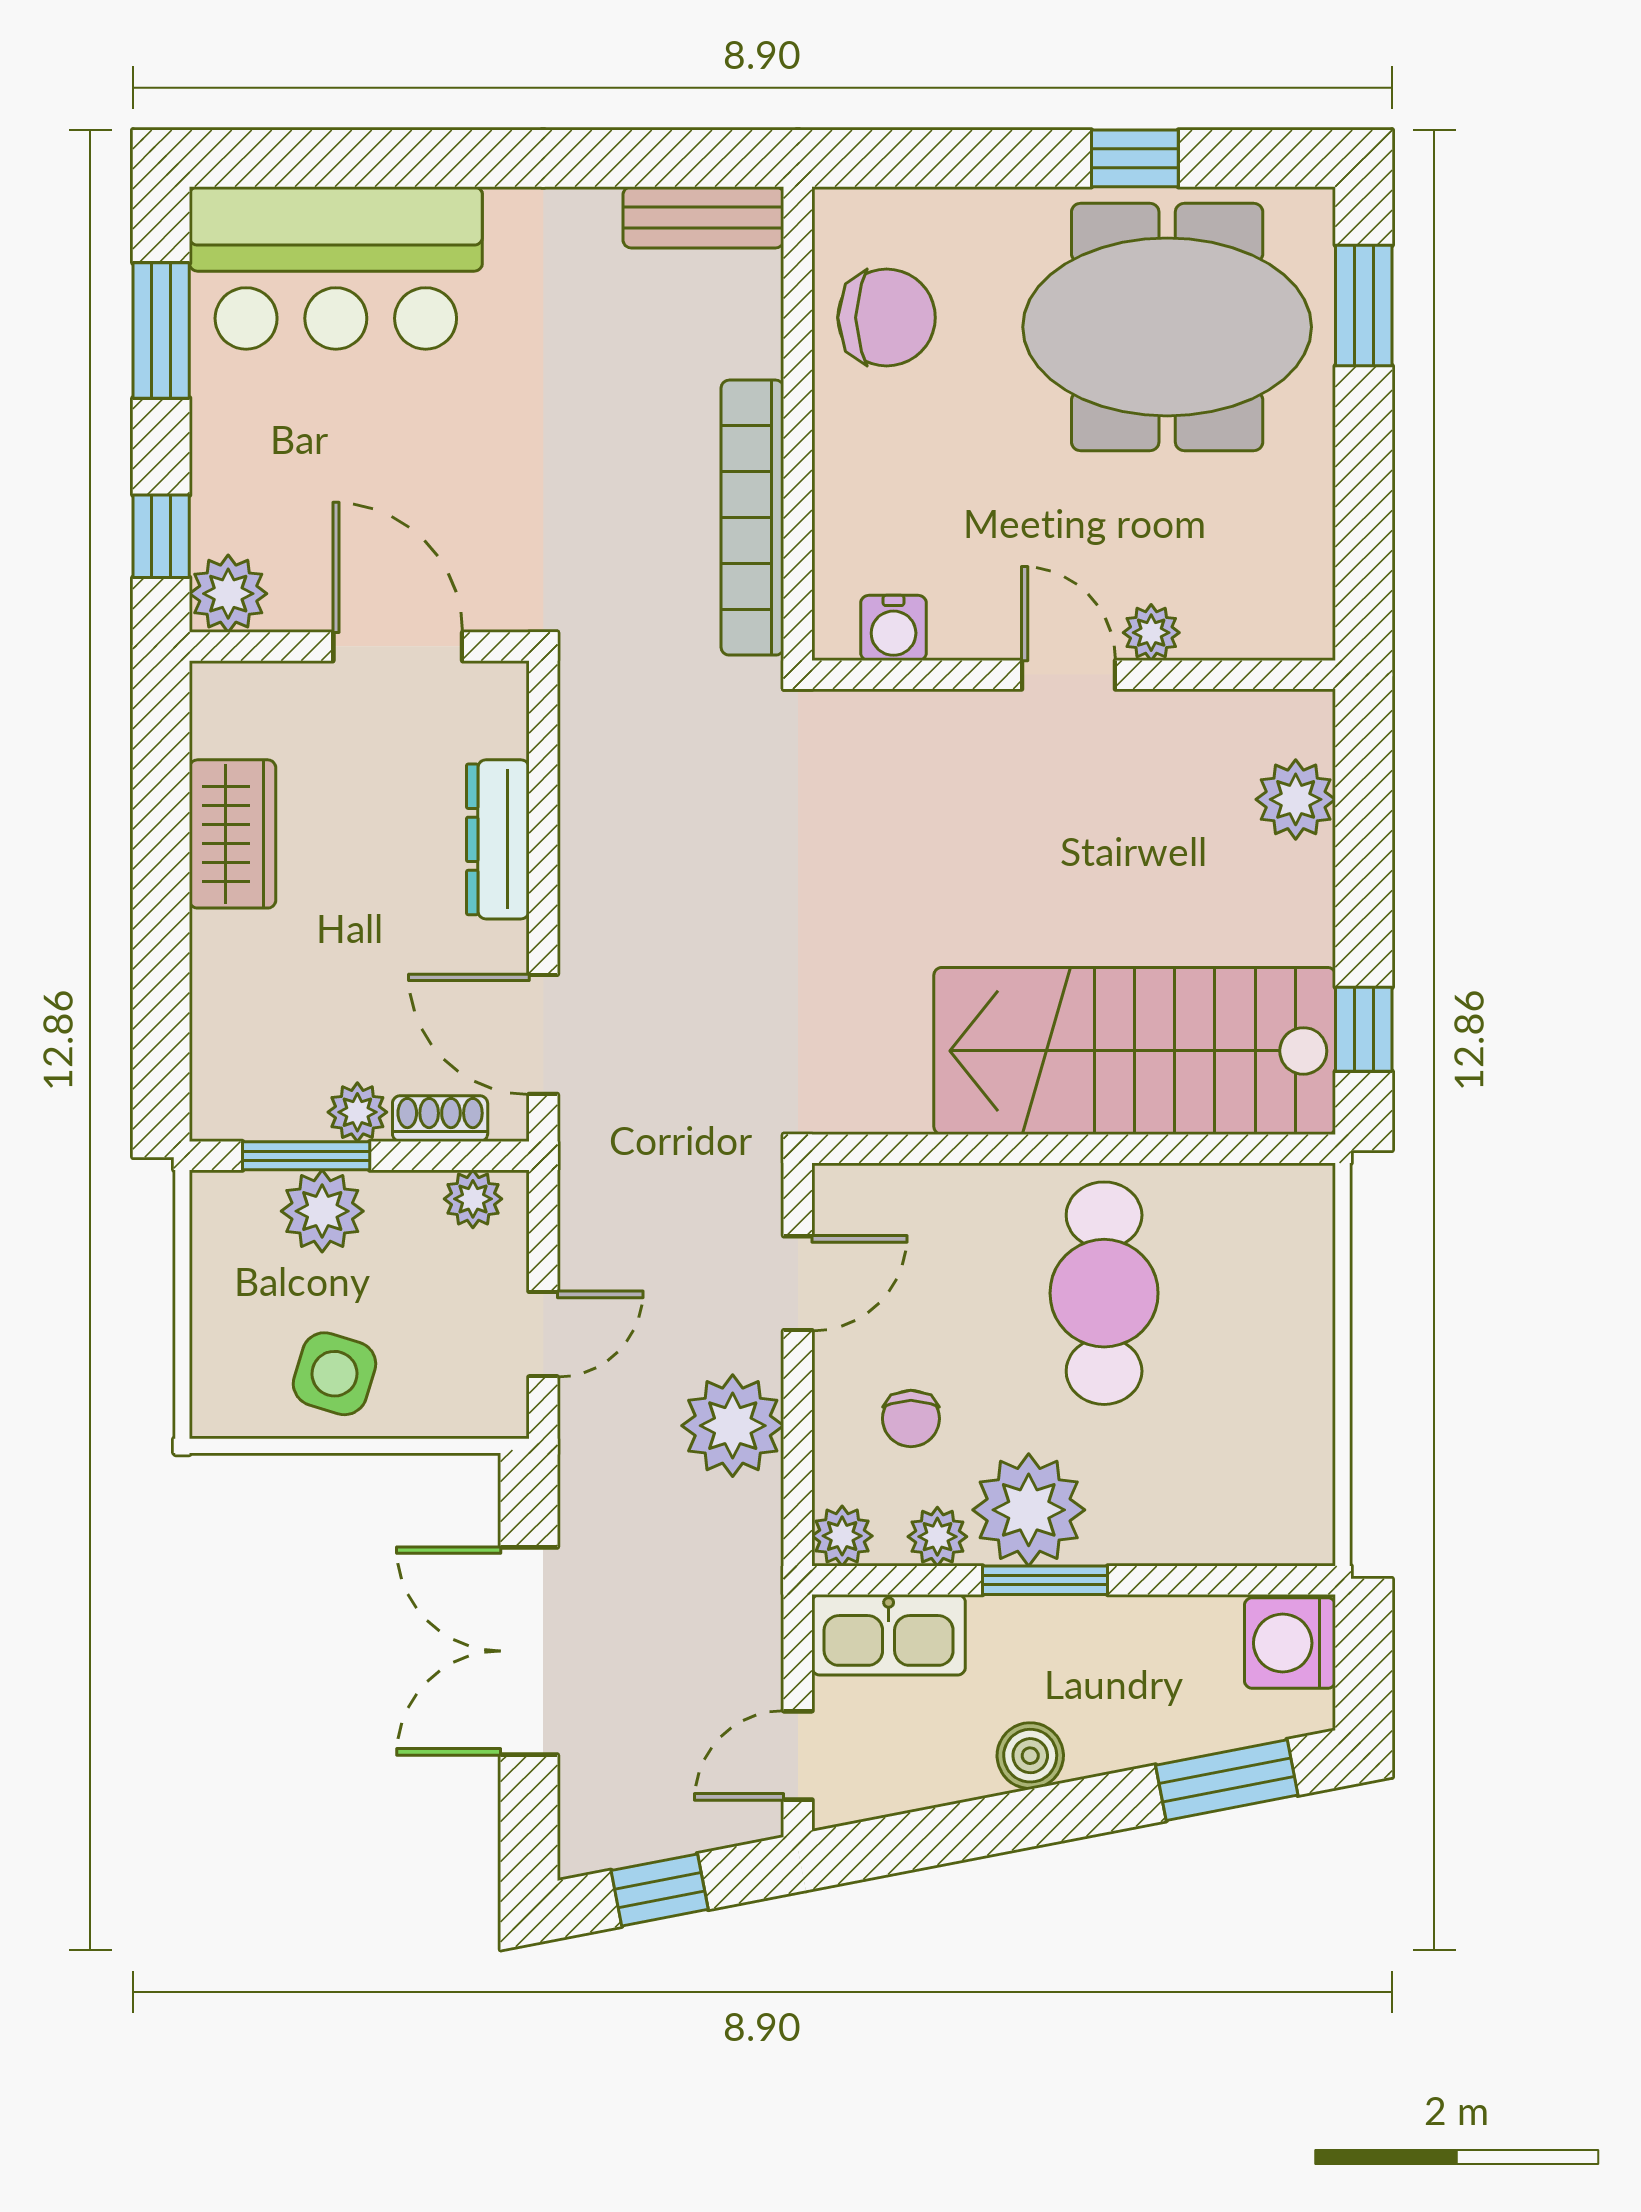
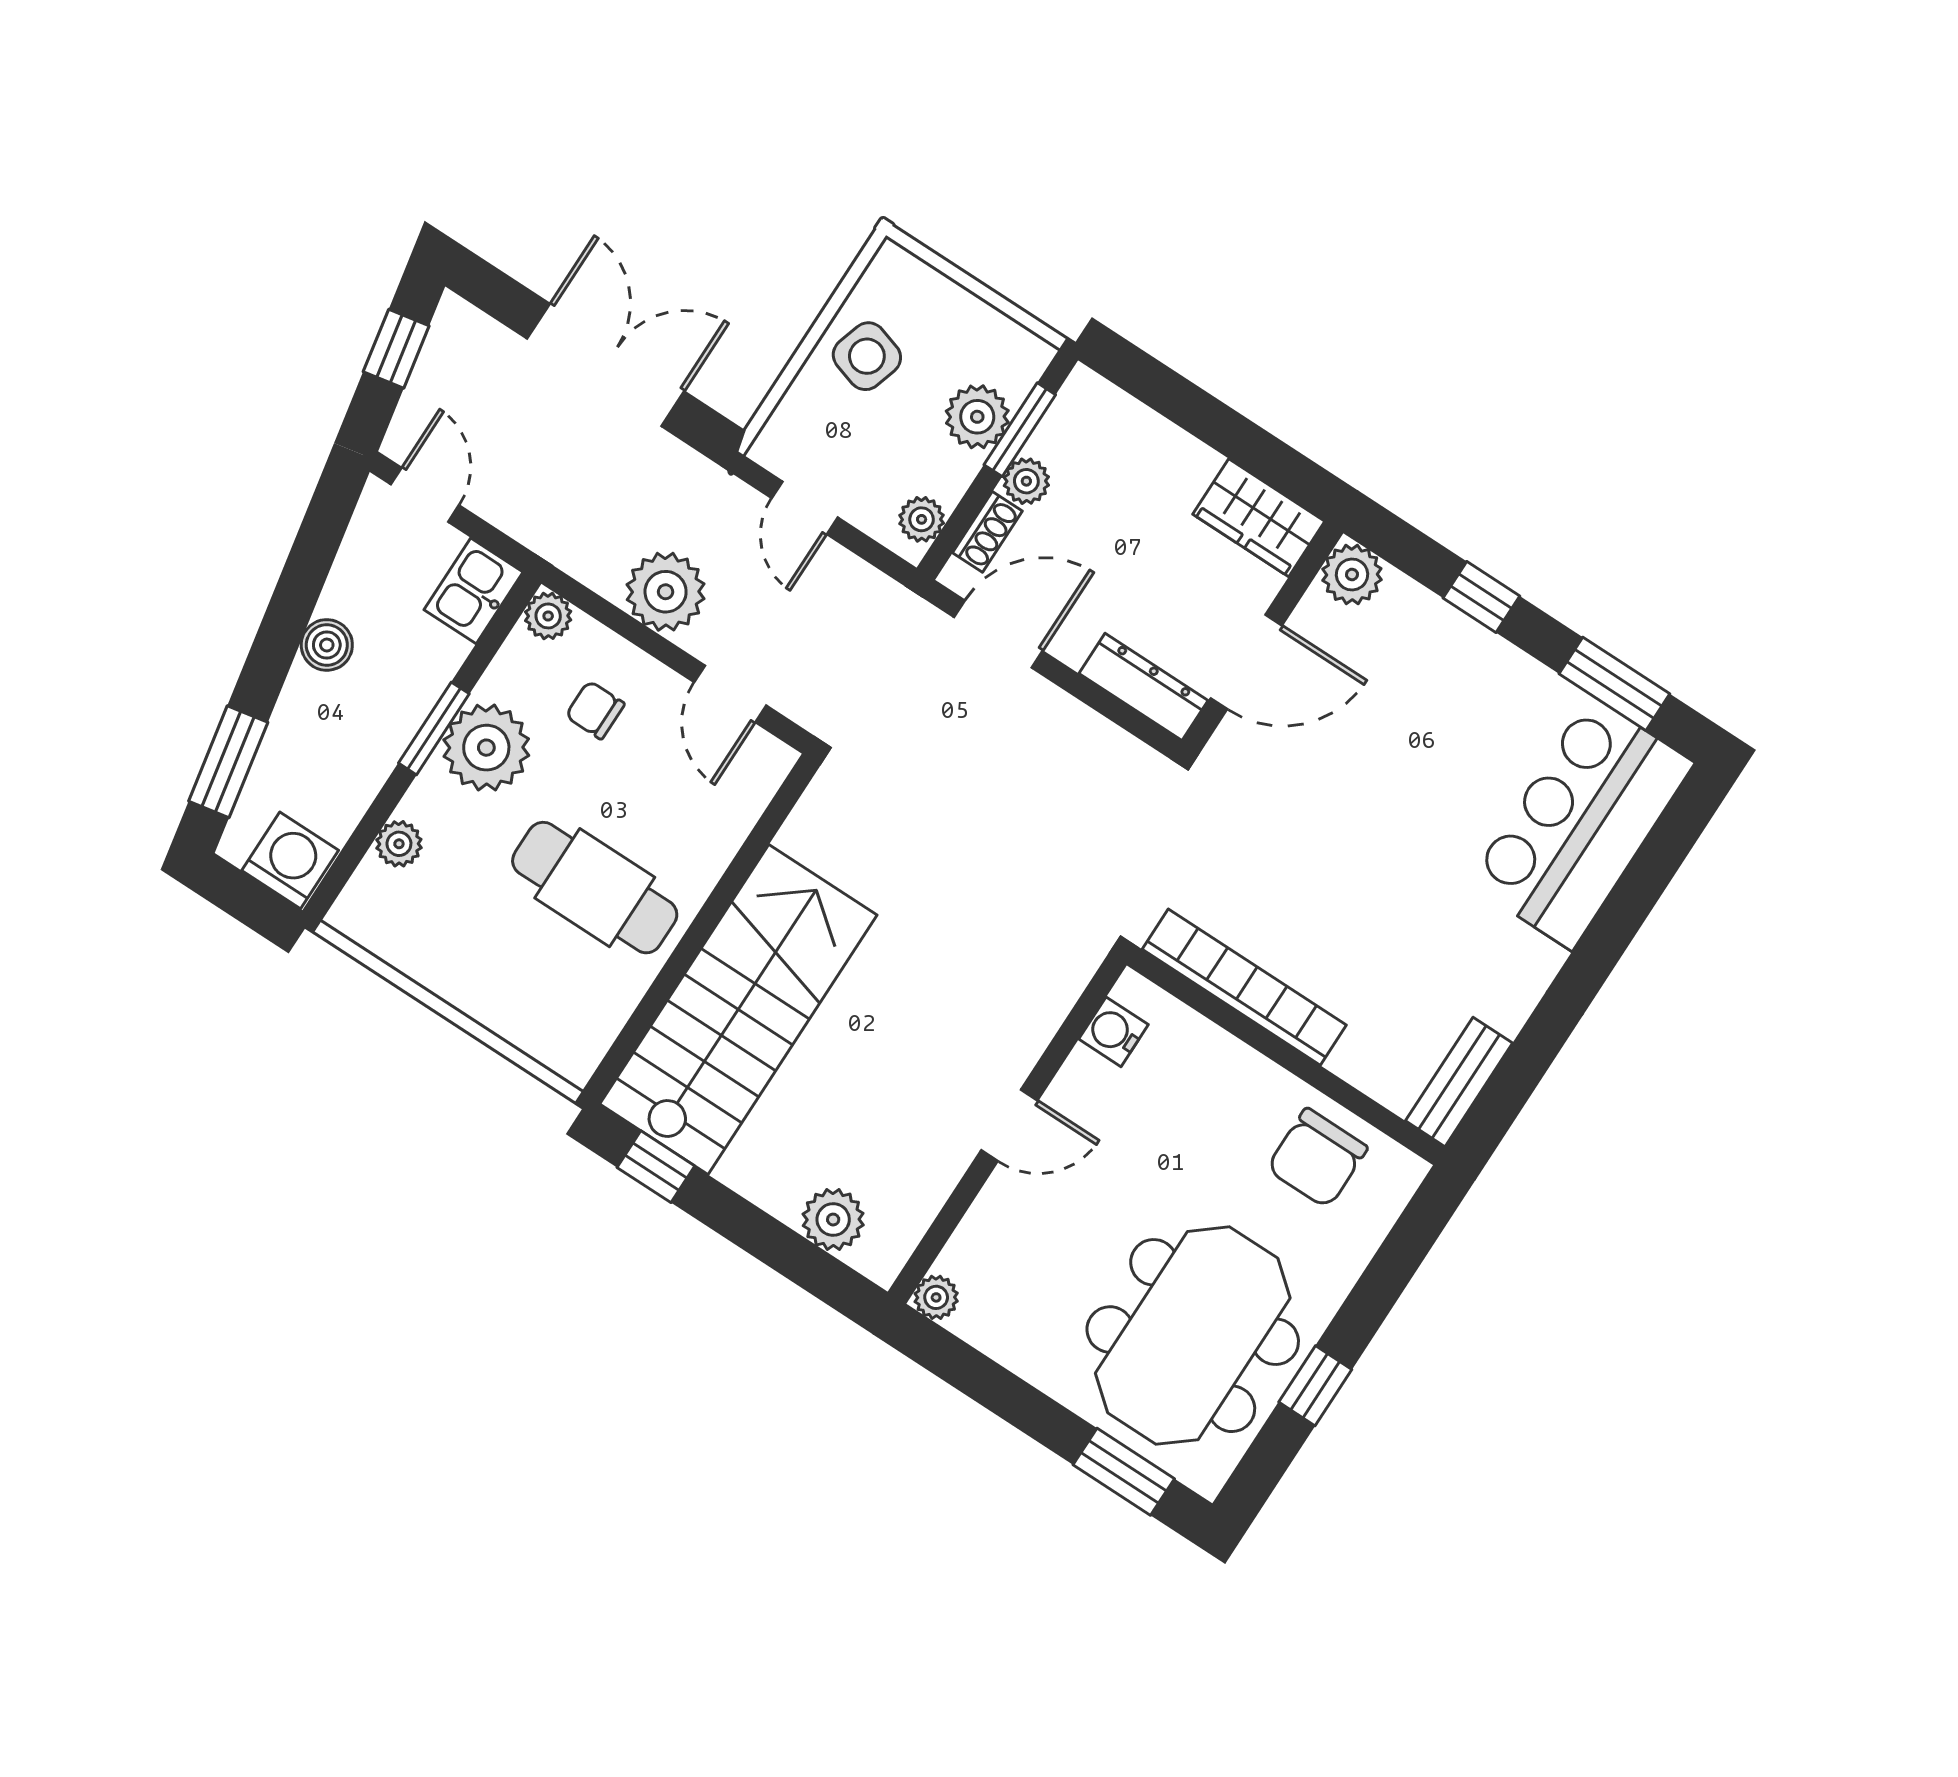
plant: (228, 594) -> (1352, 574), moved
plant: (1151, 633) -> (936, 1297), moved
wall: (359, 646) -> (1263, 637), moved
door: (398, 646) -> (1246, 662), moved
plant: (937, 1537) -> (399, 844), moved
kitchen sink: (889, 1635) -> (473, 591), width x0.73

